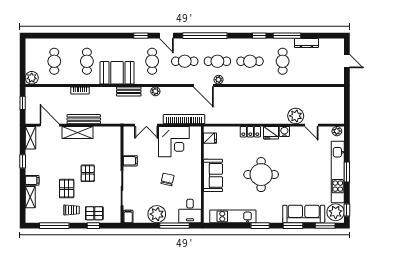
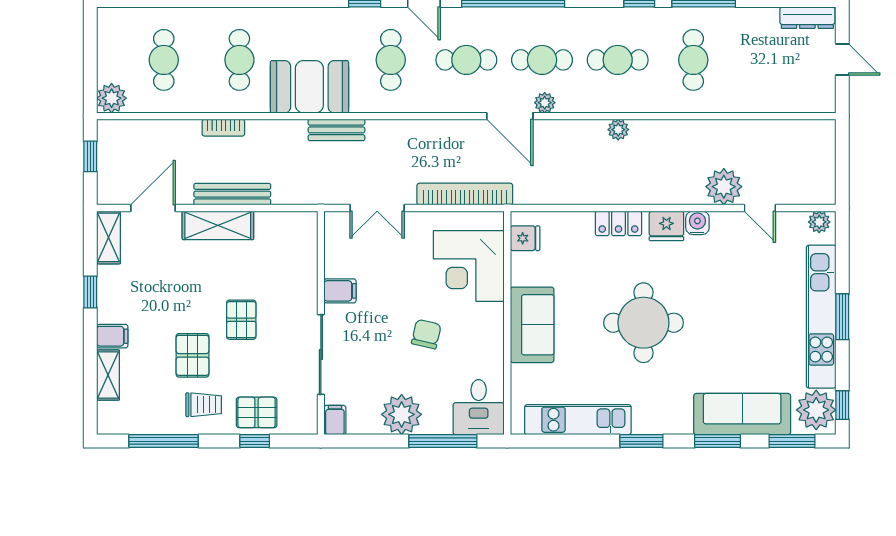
dresser: (306, 43) -> (807, 18), moved
plant: (155, 91) -> (618, 130), moved
door: (50, 125) -> (153, 208), hinge flipped
corner desk: (174, 142) -> (469, 266), moved, turned 90

